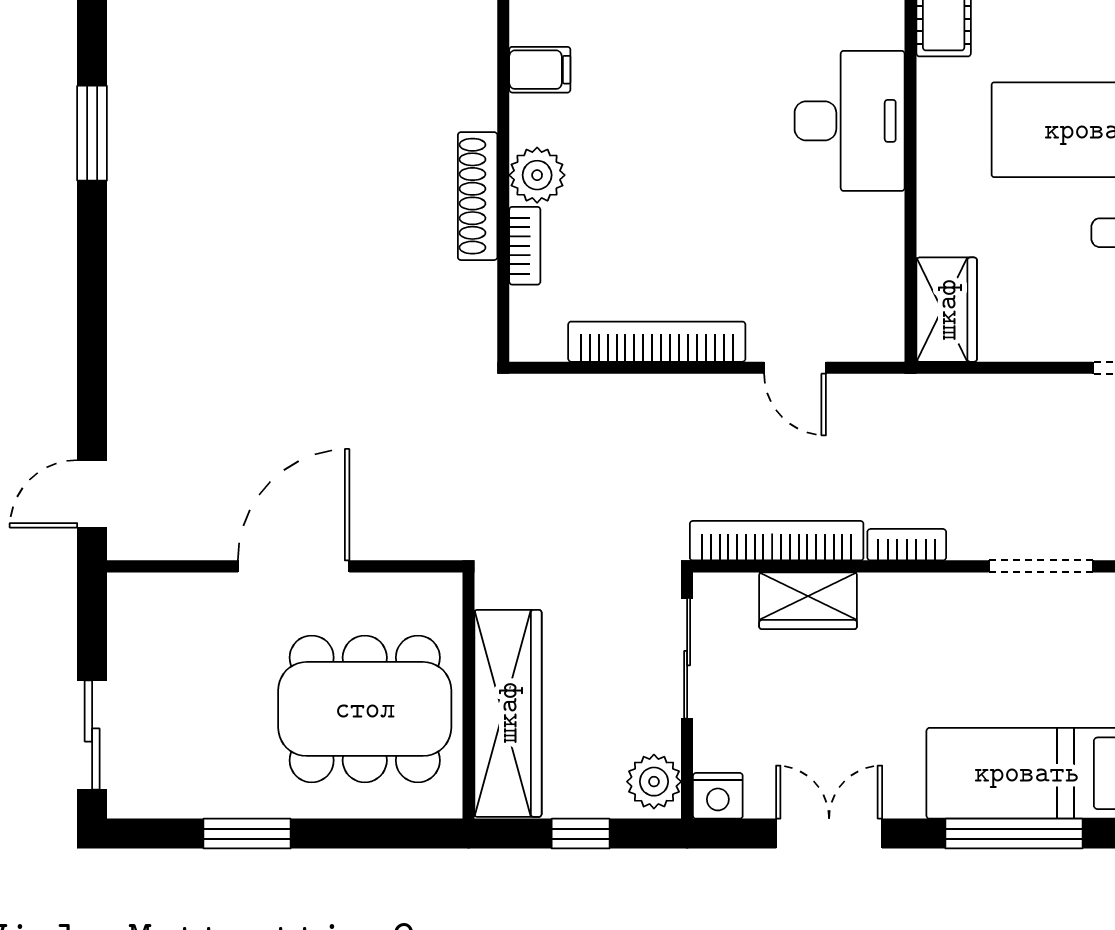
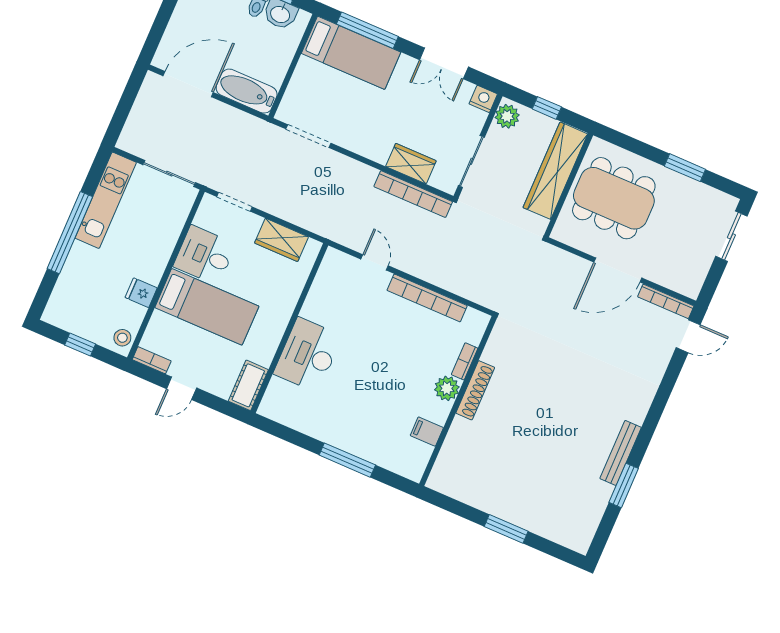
bench: (127, 197) -> (621, 453), added
wardrobe: (947, 310) -> (281, 240), moved, turned -90
bookcase: (907, 545) -> (666, 301), moved, width x1.56

